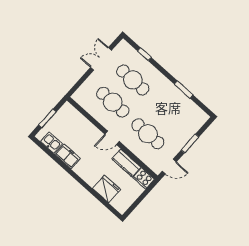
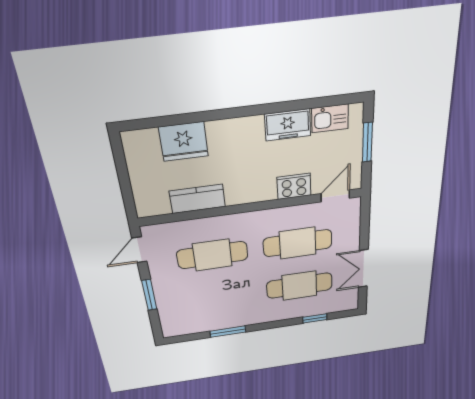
double door: (101, 59) -> (363, 269), swing flipped
door: (112, 138) -> (335, 196), moved
cooker: (144, 178) -> (294, 186), moved

